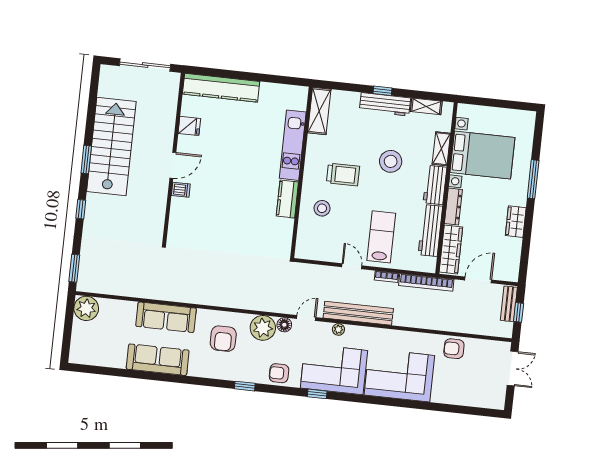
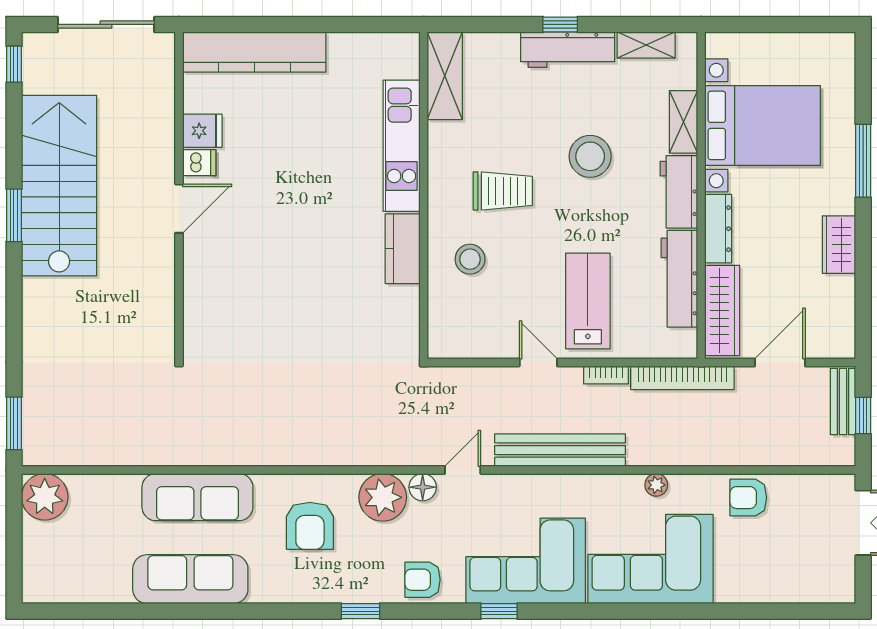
dishwasher: (181, 190) -> (199, 163), moved
window: (81, 209) -> (14, 64), moved
plant: (338, 329) -> (656, 485), moved

